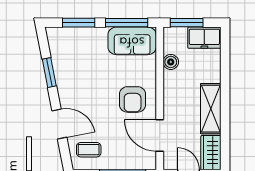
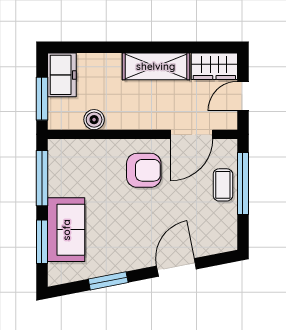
sofa: (132, 41) -> (66, 230), moved
coffee table: (89, 150) -> (223, 185), moved

